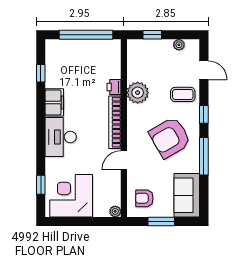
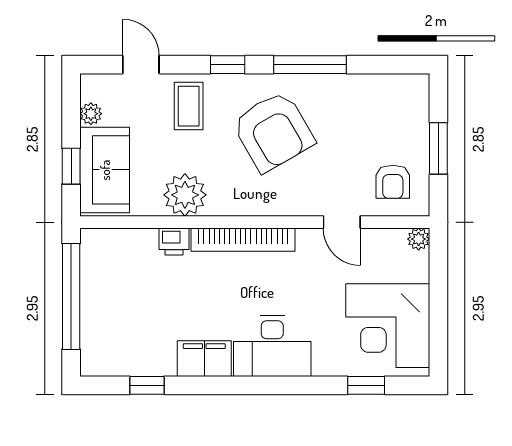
door: (204, 70) -> (141, 65), hinge flipped
door: (124, 160) -> (342, 222), moved
sofa: (187, 195) -> (105, 170), moved, turned -90

